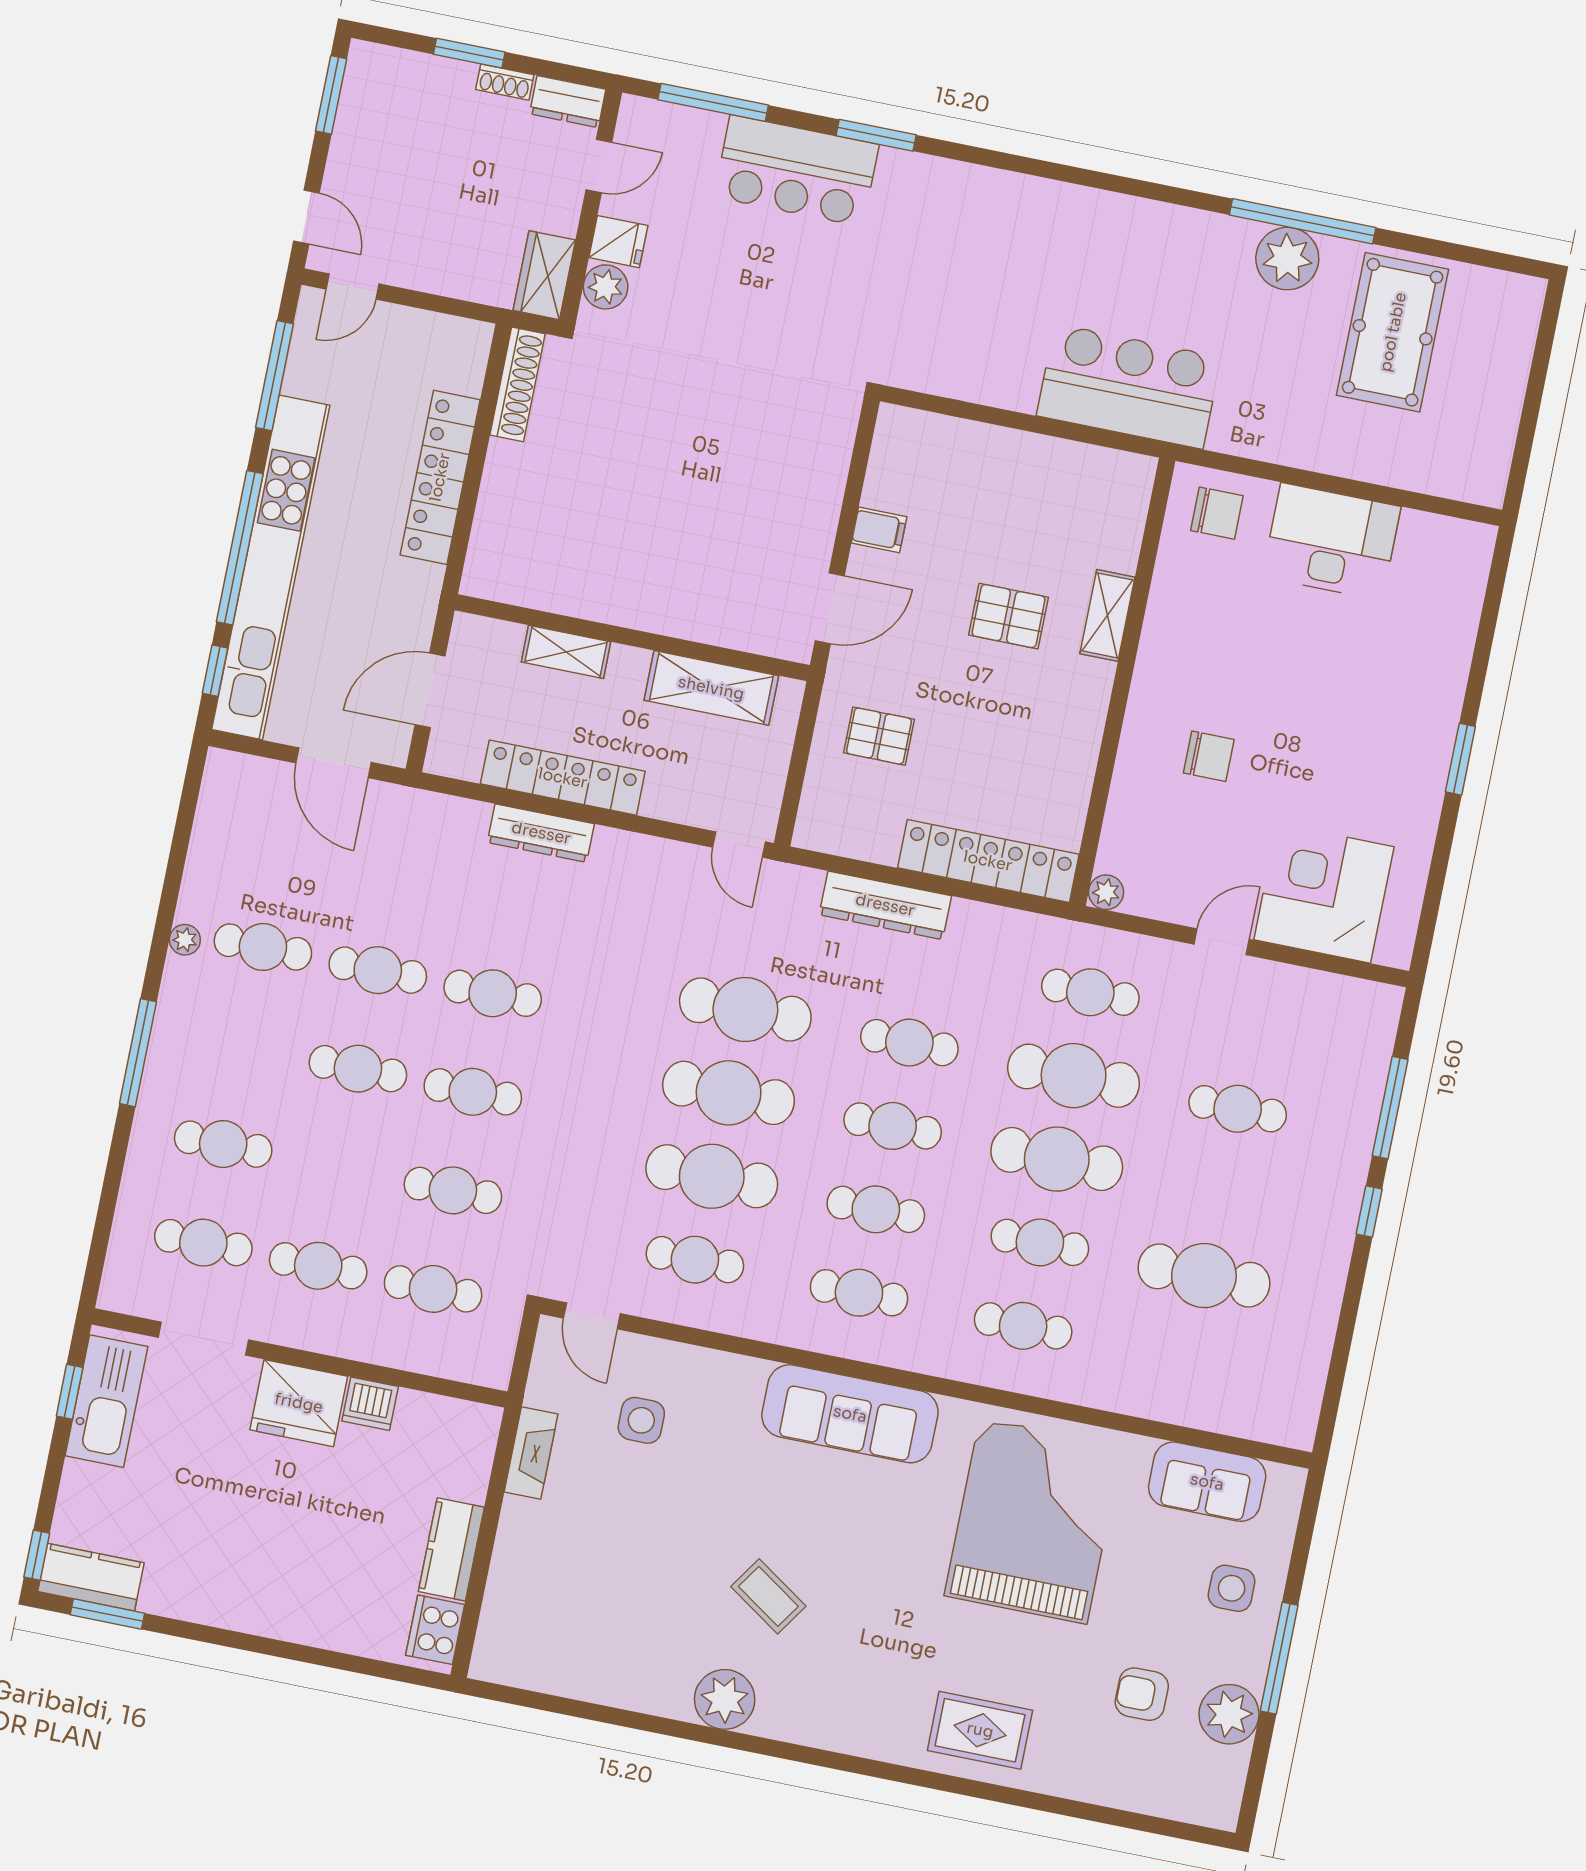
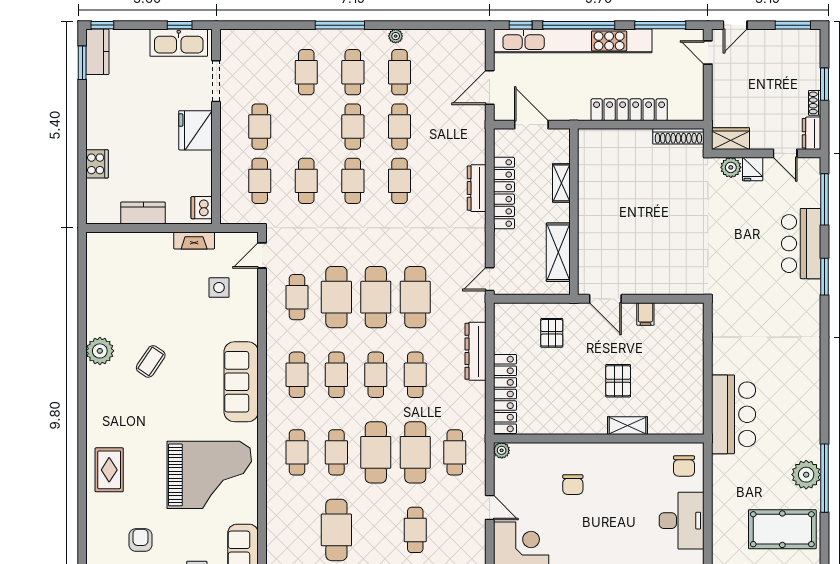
cafe table: (203, 1243) -> (353, 72), moved
dishwasher: (370, 1404) -> (202, 208), moved
cooker: (435, 1630) -> (97, 164), moved, turned 90

